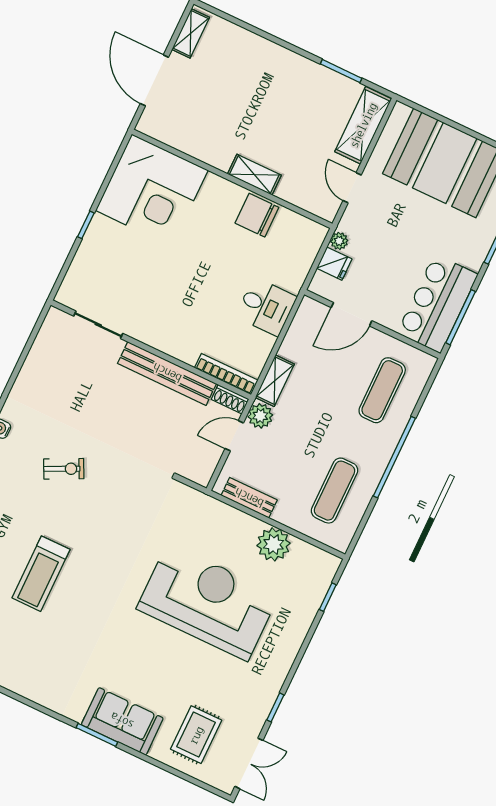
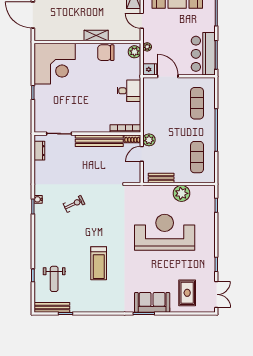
plant: (311, 239) -> (134, 52), added
fridge: (334, 264) -> (150, 69), moved
door: (352, 314) -> (168, 76), swing flipped
dresser: (47, 339) -> (39, 151), added
shelving: (275, 381) -> (148, 121), removed
treadmill: (41, 574) -> (99, 263), moved

